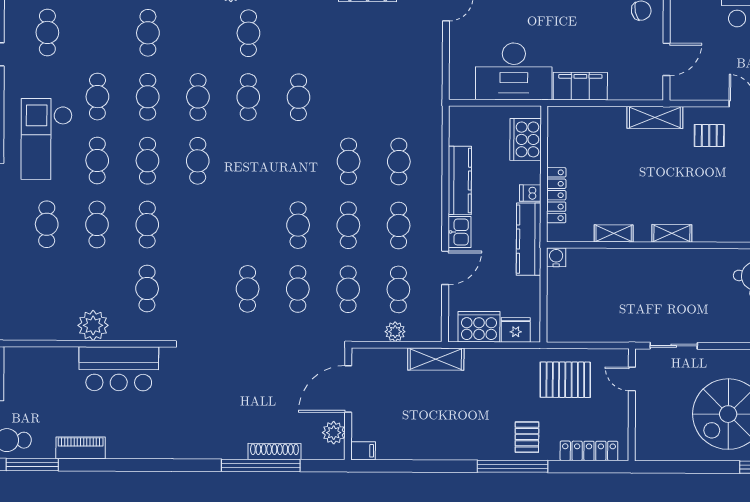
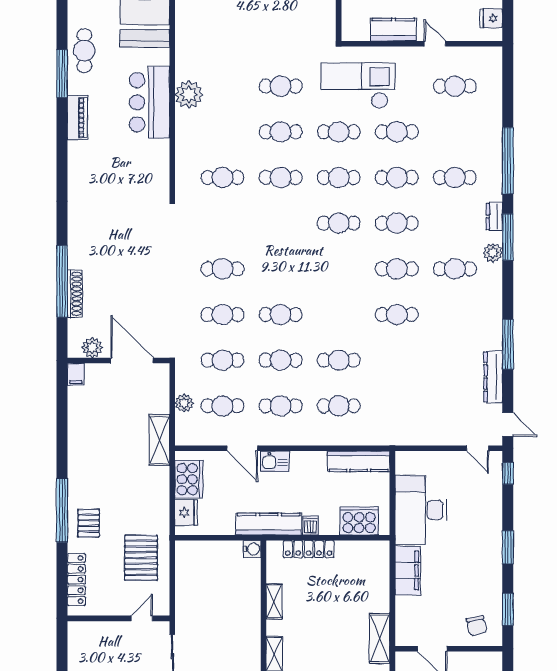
kitchen counter: (460, 180) -> (359, 461), moved
plant: (93, 325) -> (189, 94), moved
bar counter: (119, 369) -> (149, 102), moved
pallet: (527, 437) -> (89, 523), turned 90

